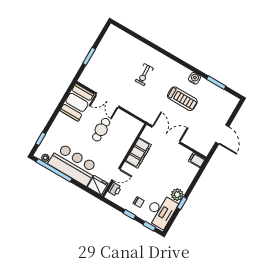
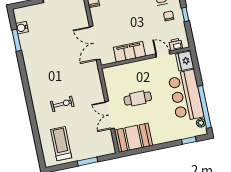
water cooler: (194, 78) -> (22, 28), moved
treadmill: (182, 99) -> (61, 144), moved
double door: (107, 100) -> (110, 115), swing flipped

